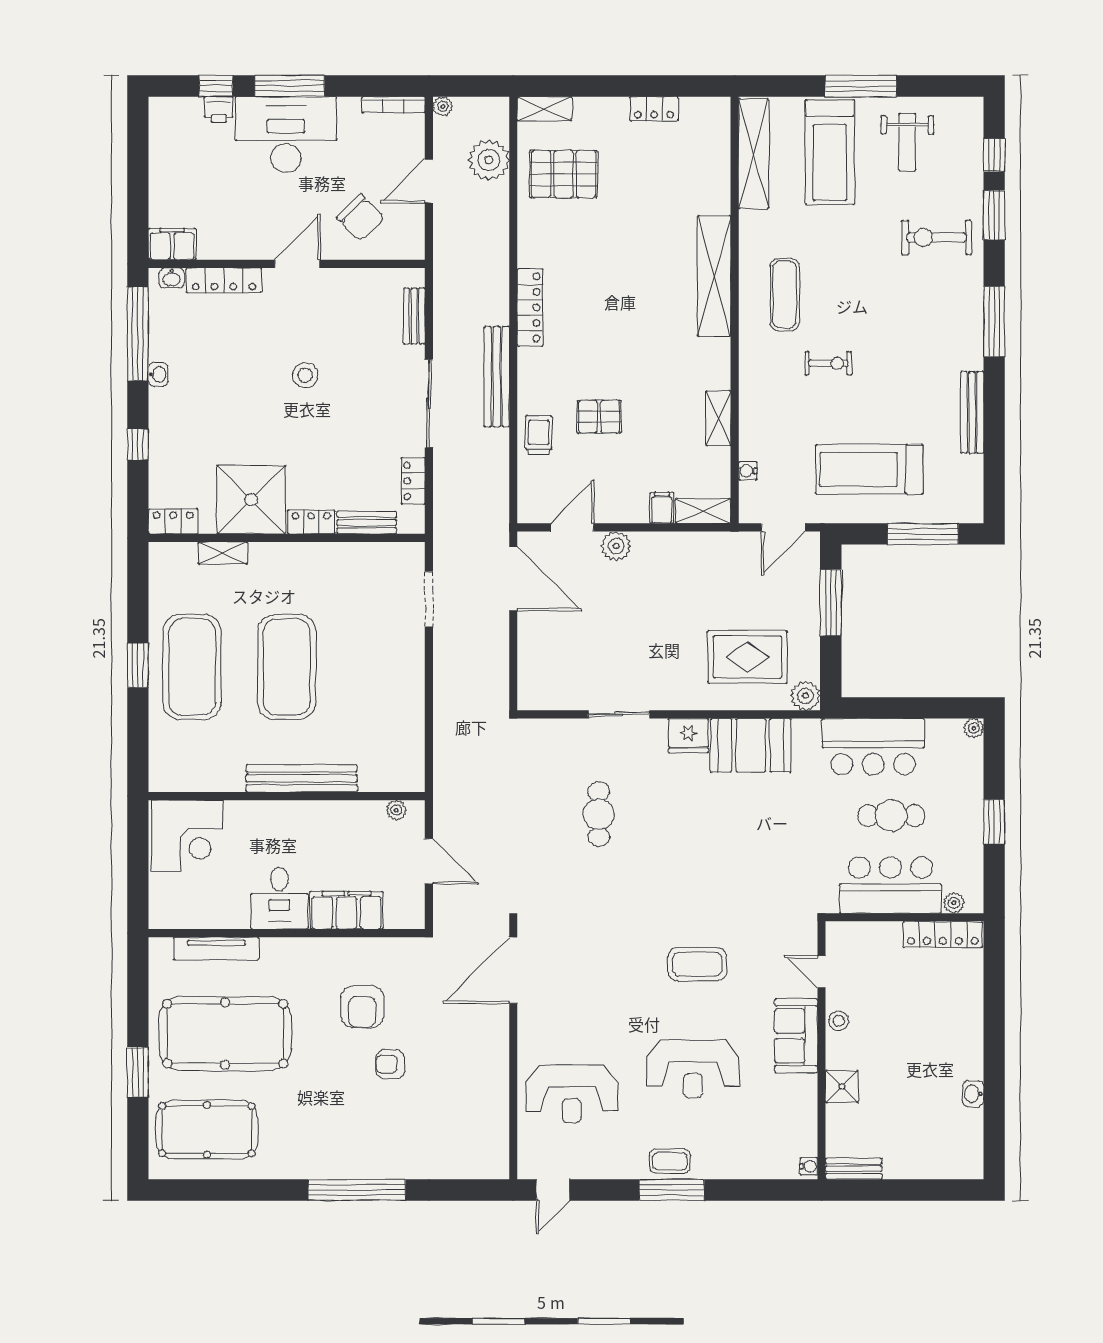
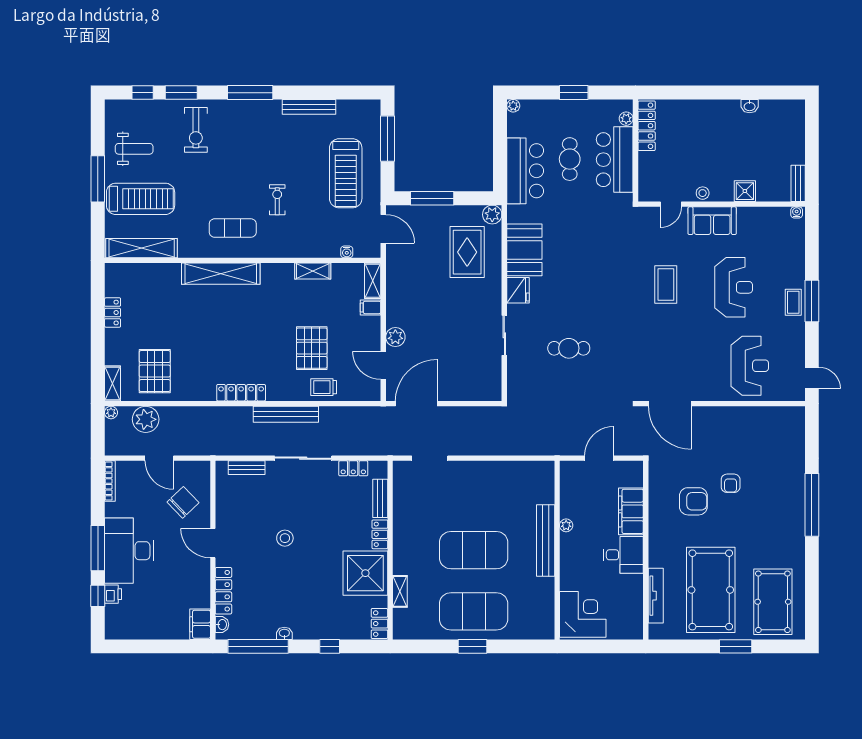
plant: (443, 106) -> (111, 412), moved
pallet: (599, 417) -> (312, 348), width x1.50, depth x1.42
plant: (396, 810) -> (566, 525), moved

